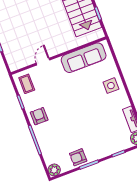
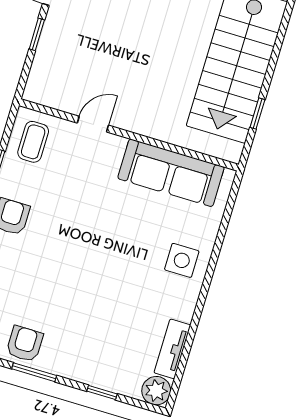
armchair: (78, 157) -> (25, 344), turned 90

